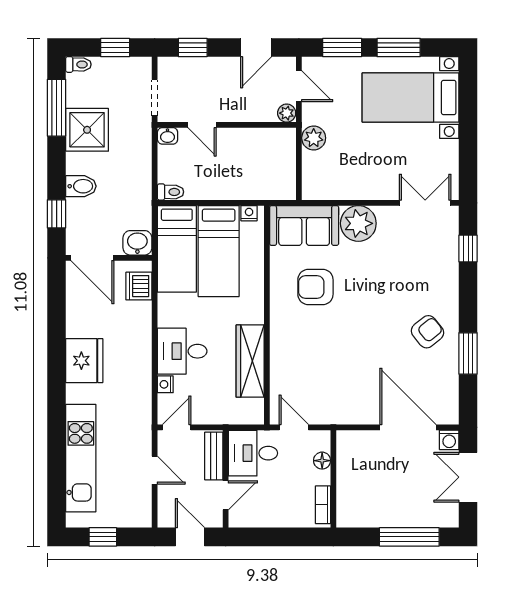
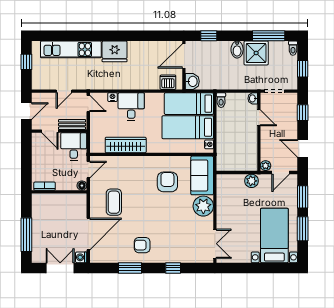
door: (202, 125) -> (259, 118), swing flipped
bidet: (81, 186) -> (237, 50), moved
window: (468, 248) -> (173, 268), moved
armchair: (427, 332) -> (142, 245), turned 129
fridge: (84, 361) -> (115, 51), moved
coffee table: (351, 382) -> (114, 202), added
floor lamp: (322, 461) -> (82, 186), moved

